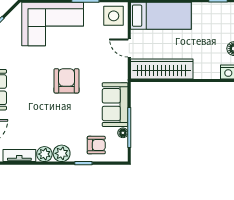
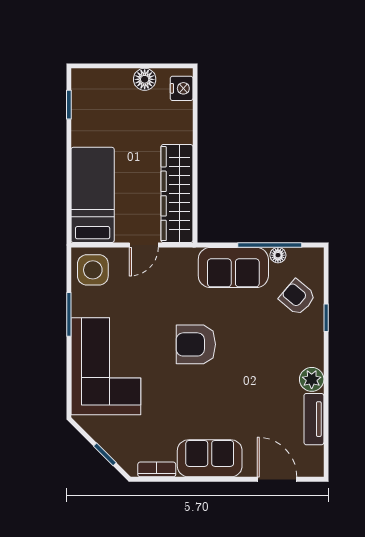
armchair: (96, 145) -> (297, 297), turned -50
plant: (62, 153) -> (310, 352), removed

